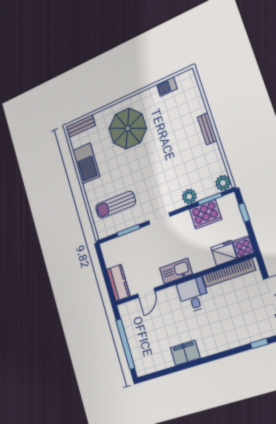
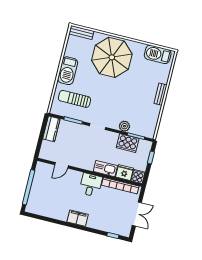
barbecue: (167, 87) -> (158, 54), width x1.88, depth x1.53
parasol: (128, 128) -> (112, 57), width x1.36, depth x1.36
barbecue: (86, 163) -> (68, 71), moved
plant: (223, 183) -> (150, 132), removed
kitchen sink: (176, 271) -> (105, 169), moved
kitchen counter: (118, 283) -> (51, 129), moved
filing cabinet: (185, 353) -> (78, 218), moved

